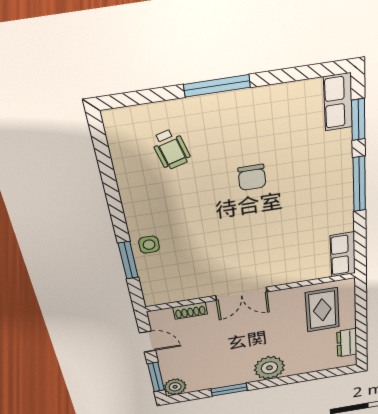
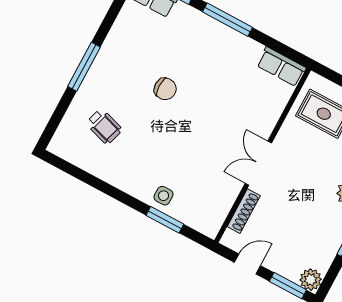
wheelchair: (171, 149) -> (104, 126), turned 33
double door: (241, 294) -> (258, 163), swing flipped
shoe rack: (190, 311) -> (244, 211), width x1.43

